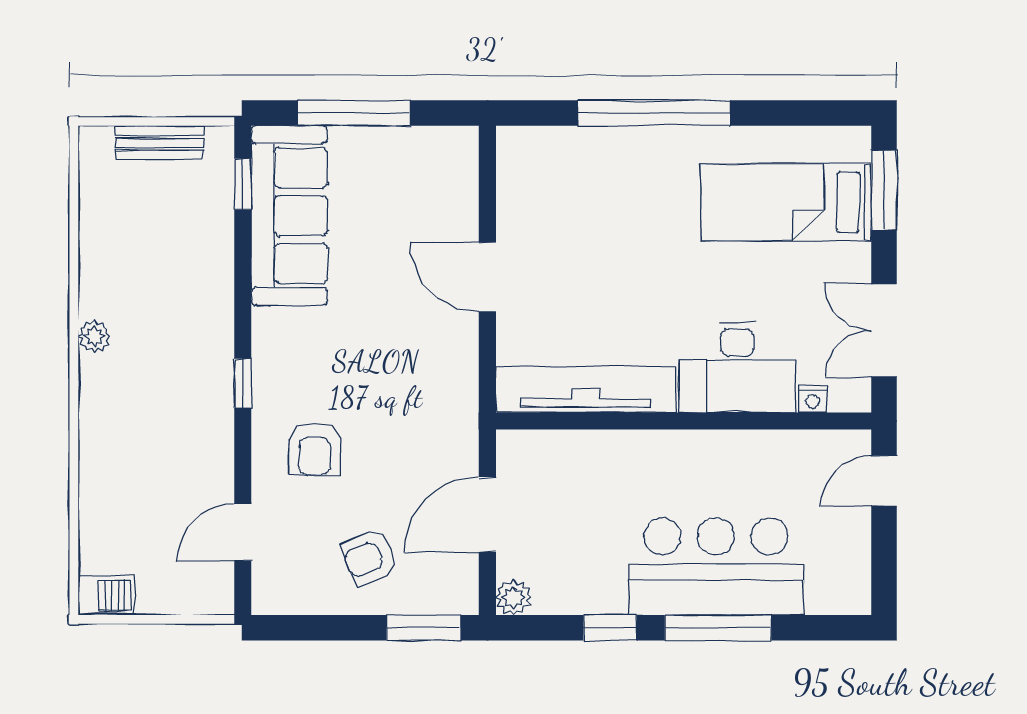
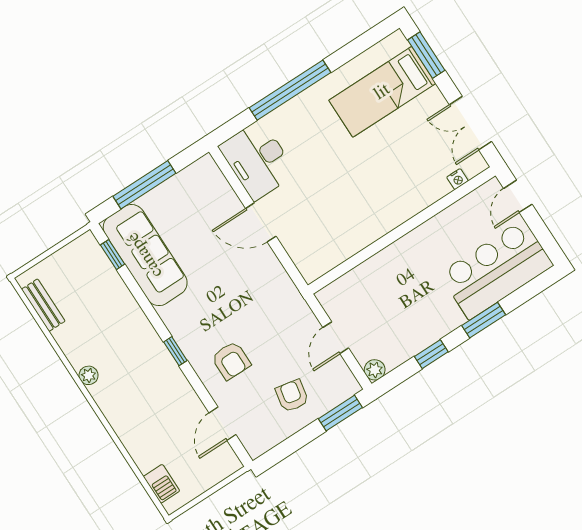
bench: (160, 142) -> (43, 305), moved, turned 90
desk: (737, 367) -> (258, 160), moved, turned 90
tv unit: (586, 390) -> (344, 246), removed
door: (487, 515) -> (336, 338), width x0.73
armchair: (370, 557) -> (292, 396), turned 123
bar counter: (716, 566) -> (496, 270), moved
barbecue: (106, 595) -> (161, 484), moved, turned 90
window: (718, 628) -> (484, 320), width x0.69

